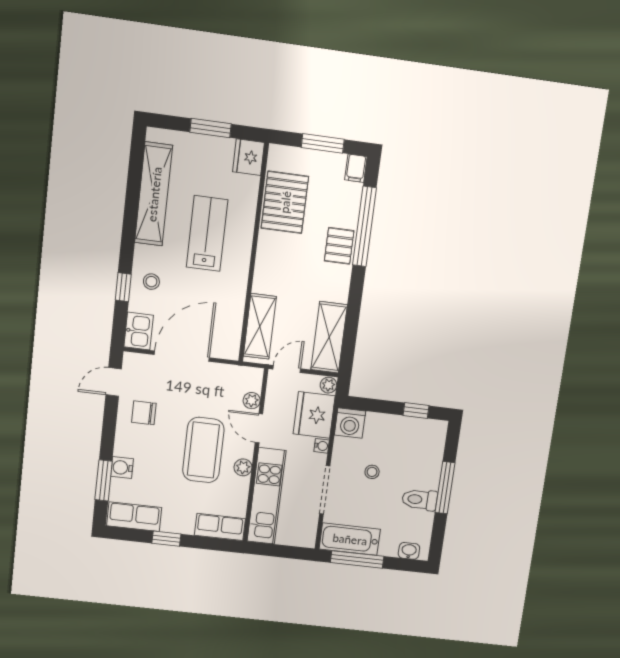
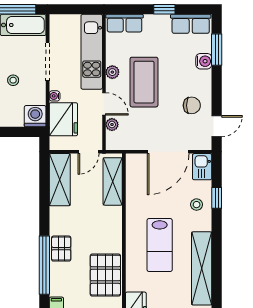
plant: (328, 385) -> (55, 143), removed

